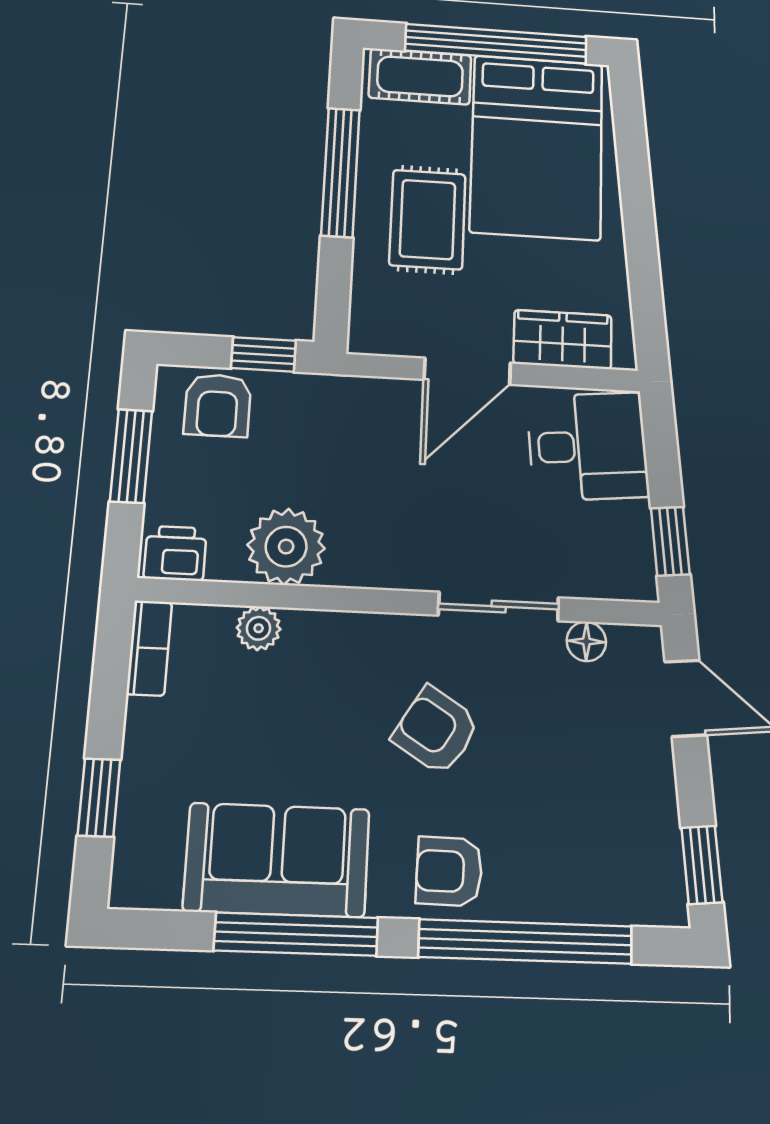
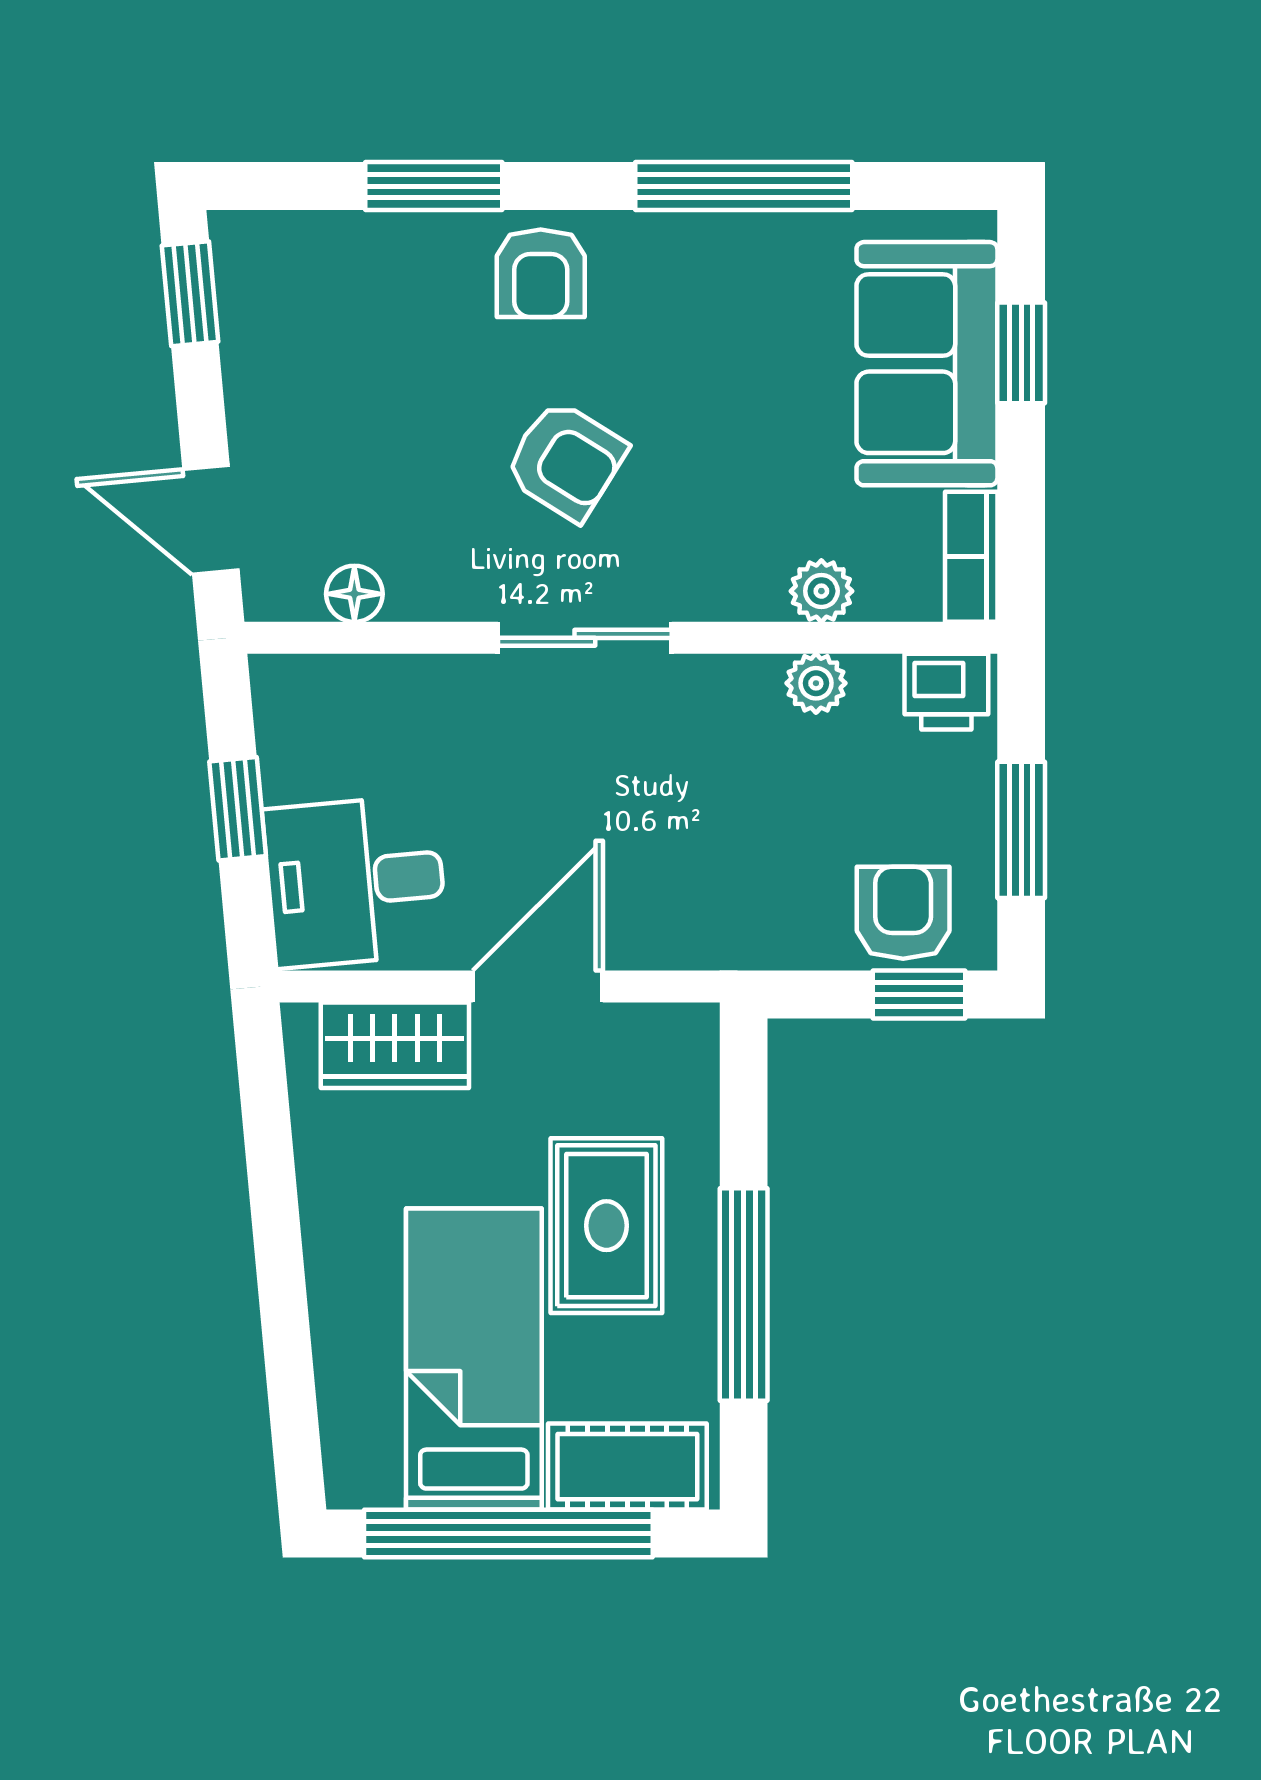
bed: (537, 147) -> (474, 1359), width x0.67
window: (264, 354) -> (919, 994), moved
window: (670, 541) -> (238, 809), moved
plant: (286, 547) -> (816, 683), width x0.53, depth x0.53
sliding door: (499, 606) -> (585, 638), moved
sofa: (277, 860) -> (927, 364), moved, turned 90
armchair: (449, 871) -> (541, 273), turned 89
window: (526, 942) -> (434, 186), width x0.47

